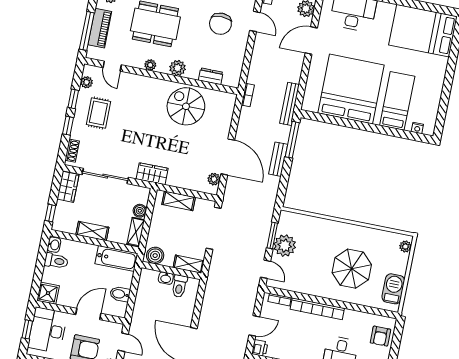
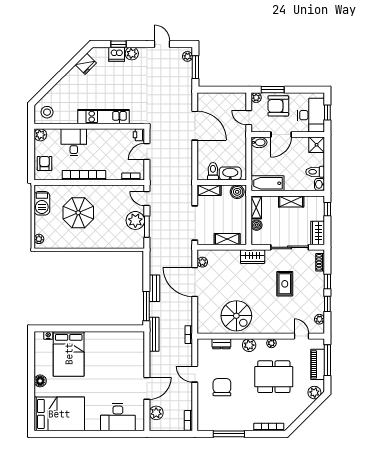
door: (255, 21) -> (195, 374), moved
floor lamp: (438, 75) -> (40, 381), added
bed: (351, 89) -> (107, 356), removed
bed: (397, 101) -> (69, 354), width x1.50
rug: (98, 113) -> (285, 284), moved
washbasin: (166, 278) -> (230, 173), width x1.91, depth x1.45
bidet: (120, 294) -> (259, 142), moved
bookcase: (317, 309) -> (84, 175), moved

